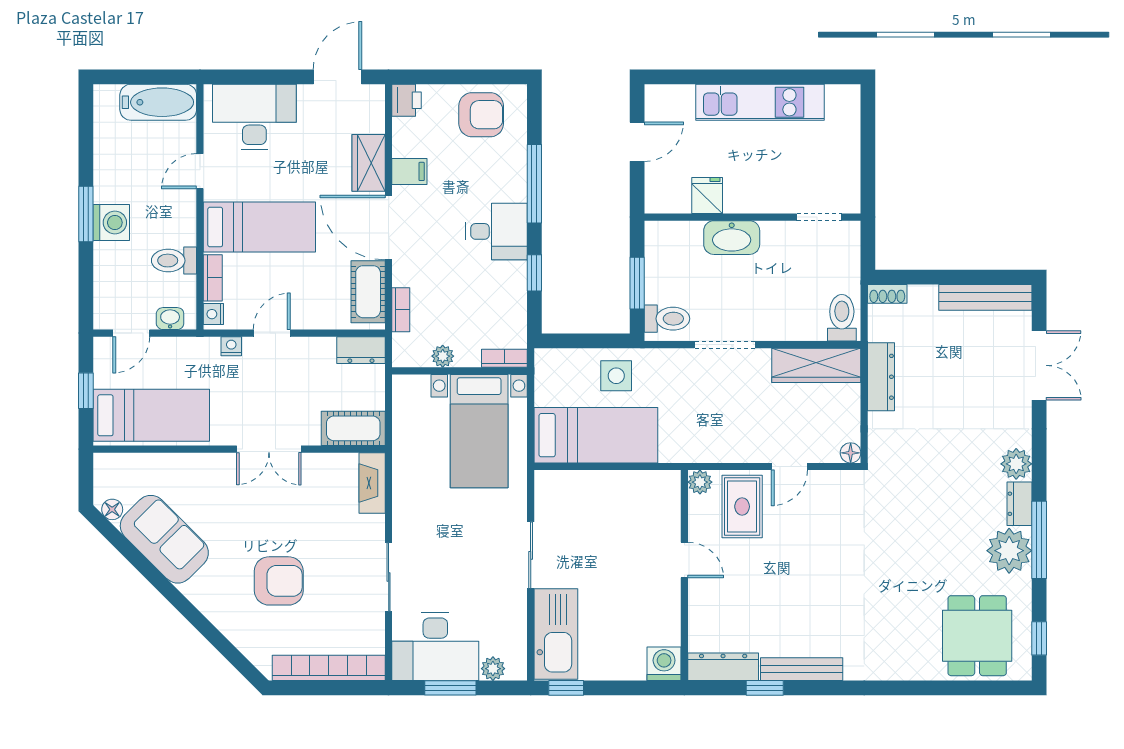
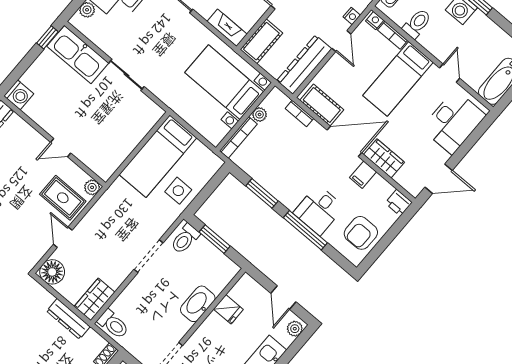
door: (337, 77) -> (439, 179), hinge flipped
plant: (663, 96) -> (295, 329), added
desk: (497, 231) -> (319, 210), moved
window: (534, 273) -> (262, 193), width x1.50
dresser: (361, 350) -> (304, 65), width x1.96, depth x1.24
bookcase: (504, 358) -> (238, 137), width x1.56
wardrobe: (816, 365) -> (95, 299), width x0.67
bed with nightstands: (479, 431) -> (224, 82), moved
floor lamp: (851, 453) -> (52, 272), width x1.89, depth x1.89

